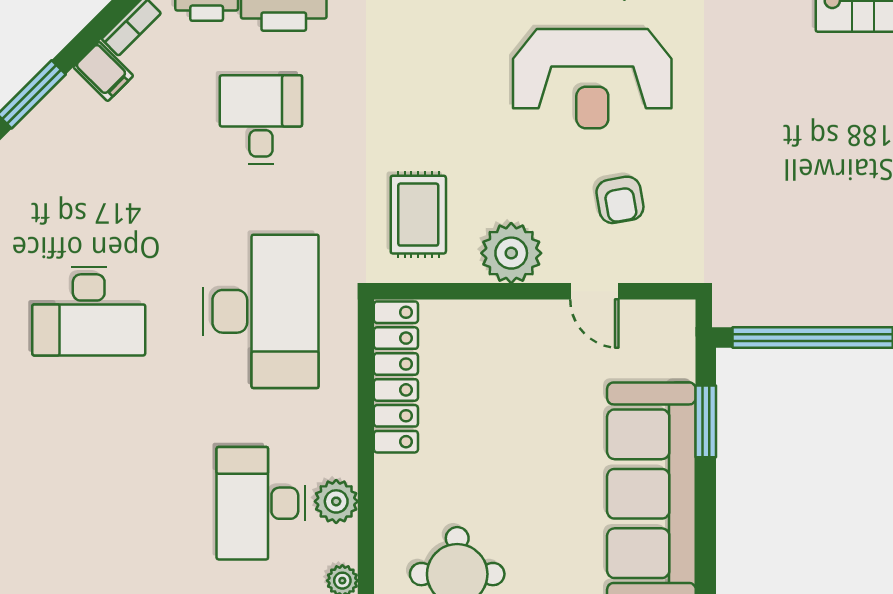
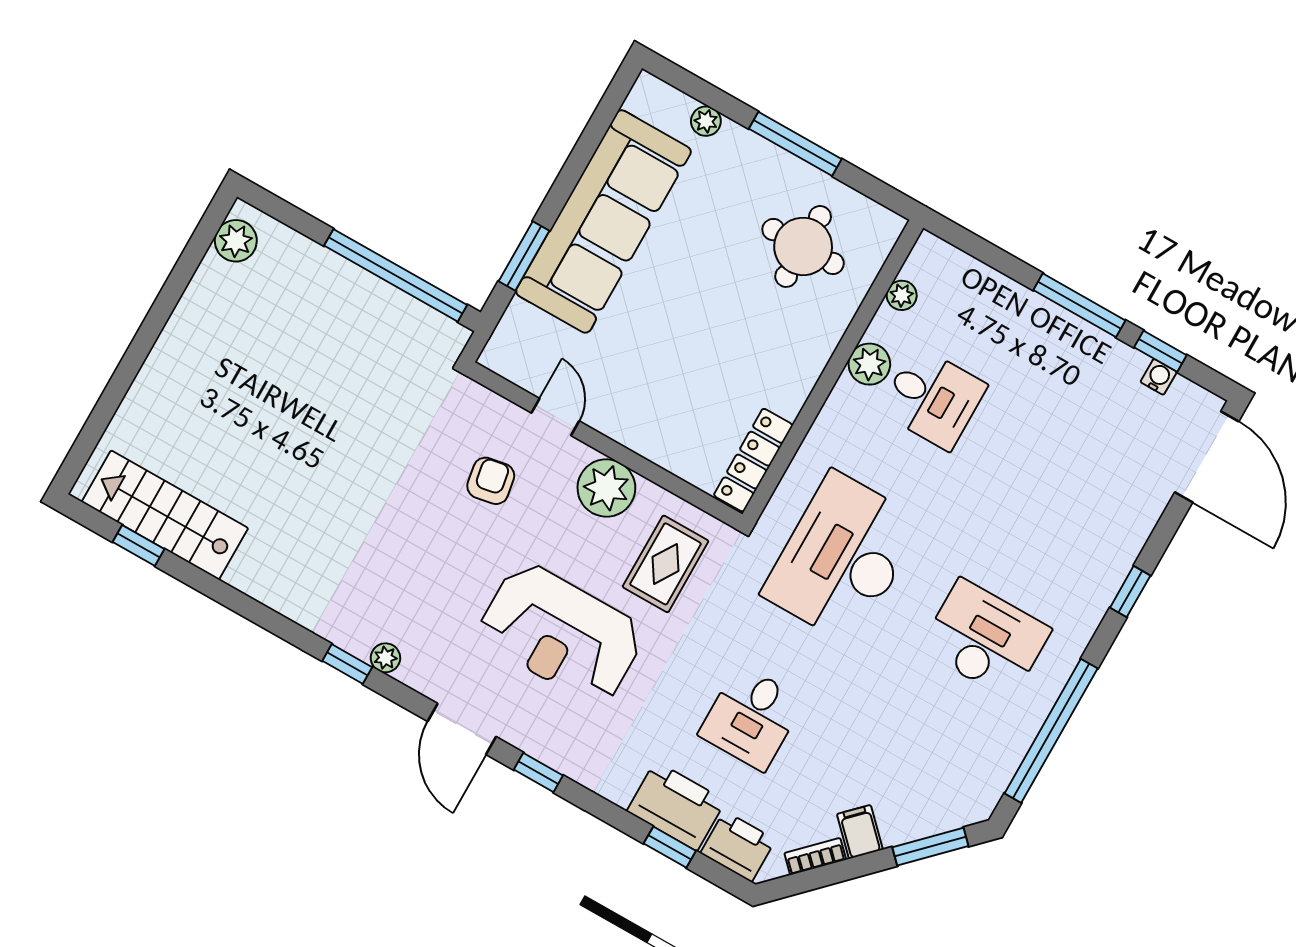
reception desk: (592, 79) -> (561, 633), moved, turned 180
locker: (396, 377) -> (753, 460), width x0.71, depth x0.83
desk: (261, 503) -> (933, 398), width x0.73

